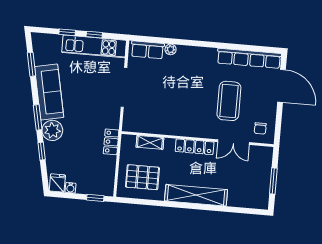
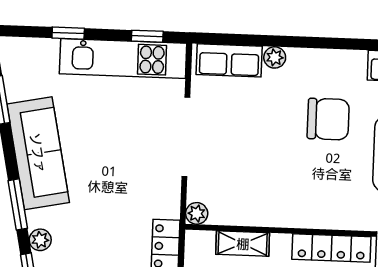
window: (94, 35) -> (147, 36), moved
chair: (196, 82) -> (328, 119), added
plant: (128, 126) -> (197, 213), added
plant: (52, 130) -> (40, 240), width x0.53, depth x0.53

